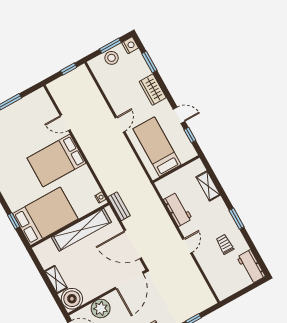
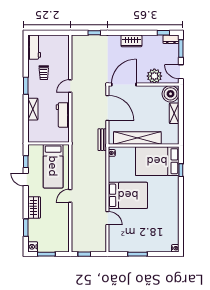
stool: (112, 58) -> (50, 245), removed
shelving: (208, 186) -> (33, 109), moved

